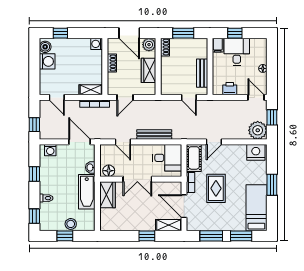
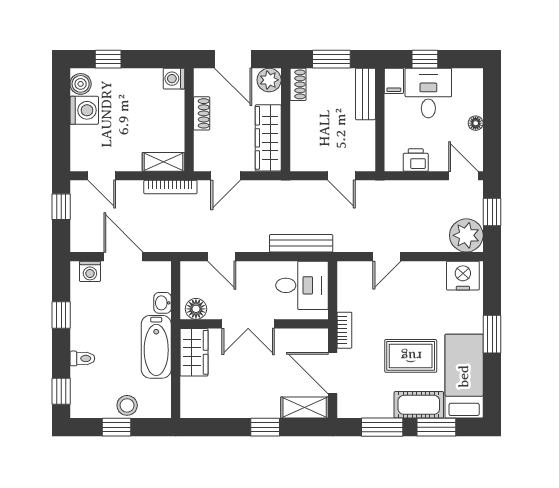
wardrobe: (149, 70) -> (268, 138), width x1.50
bench: (202, 73) -> (365, 94), moved
window: (34, 125) -> (61, 207), moved
bench: (154, 135) -> (301, 243), moved
door: (79, 142) -> (123, 257), moved
cot: (194, 158) -> (419, 405), moved, turned 90
rug: (216, 188) -> (411, 356), moved, turned 90

